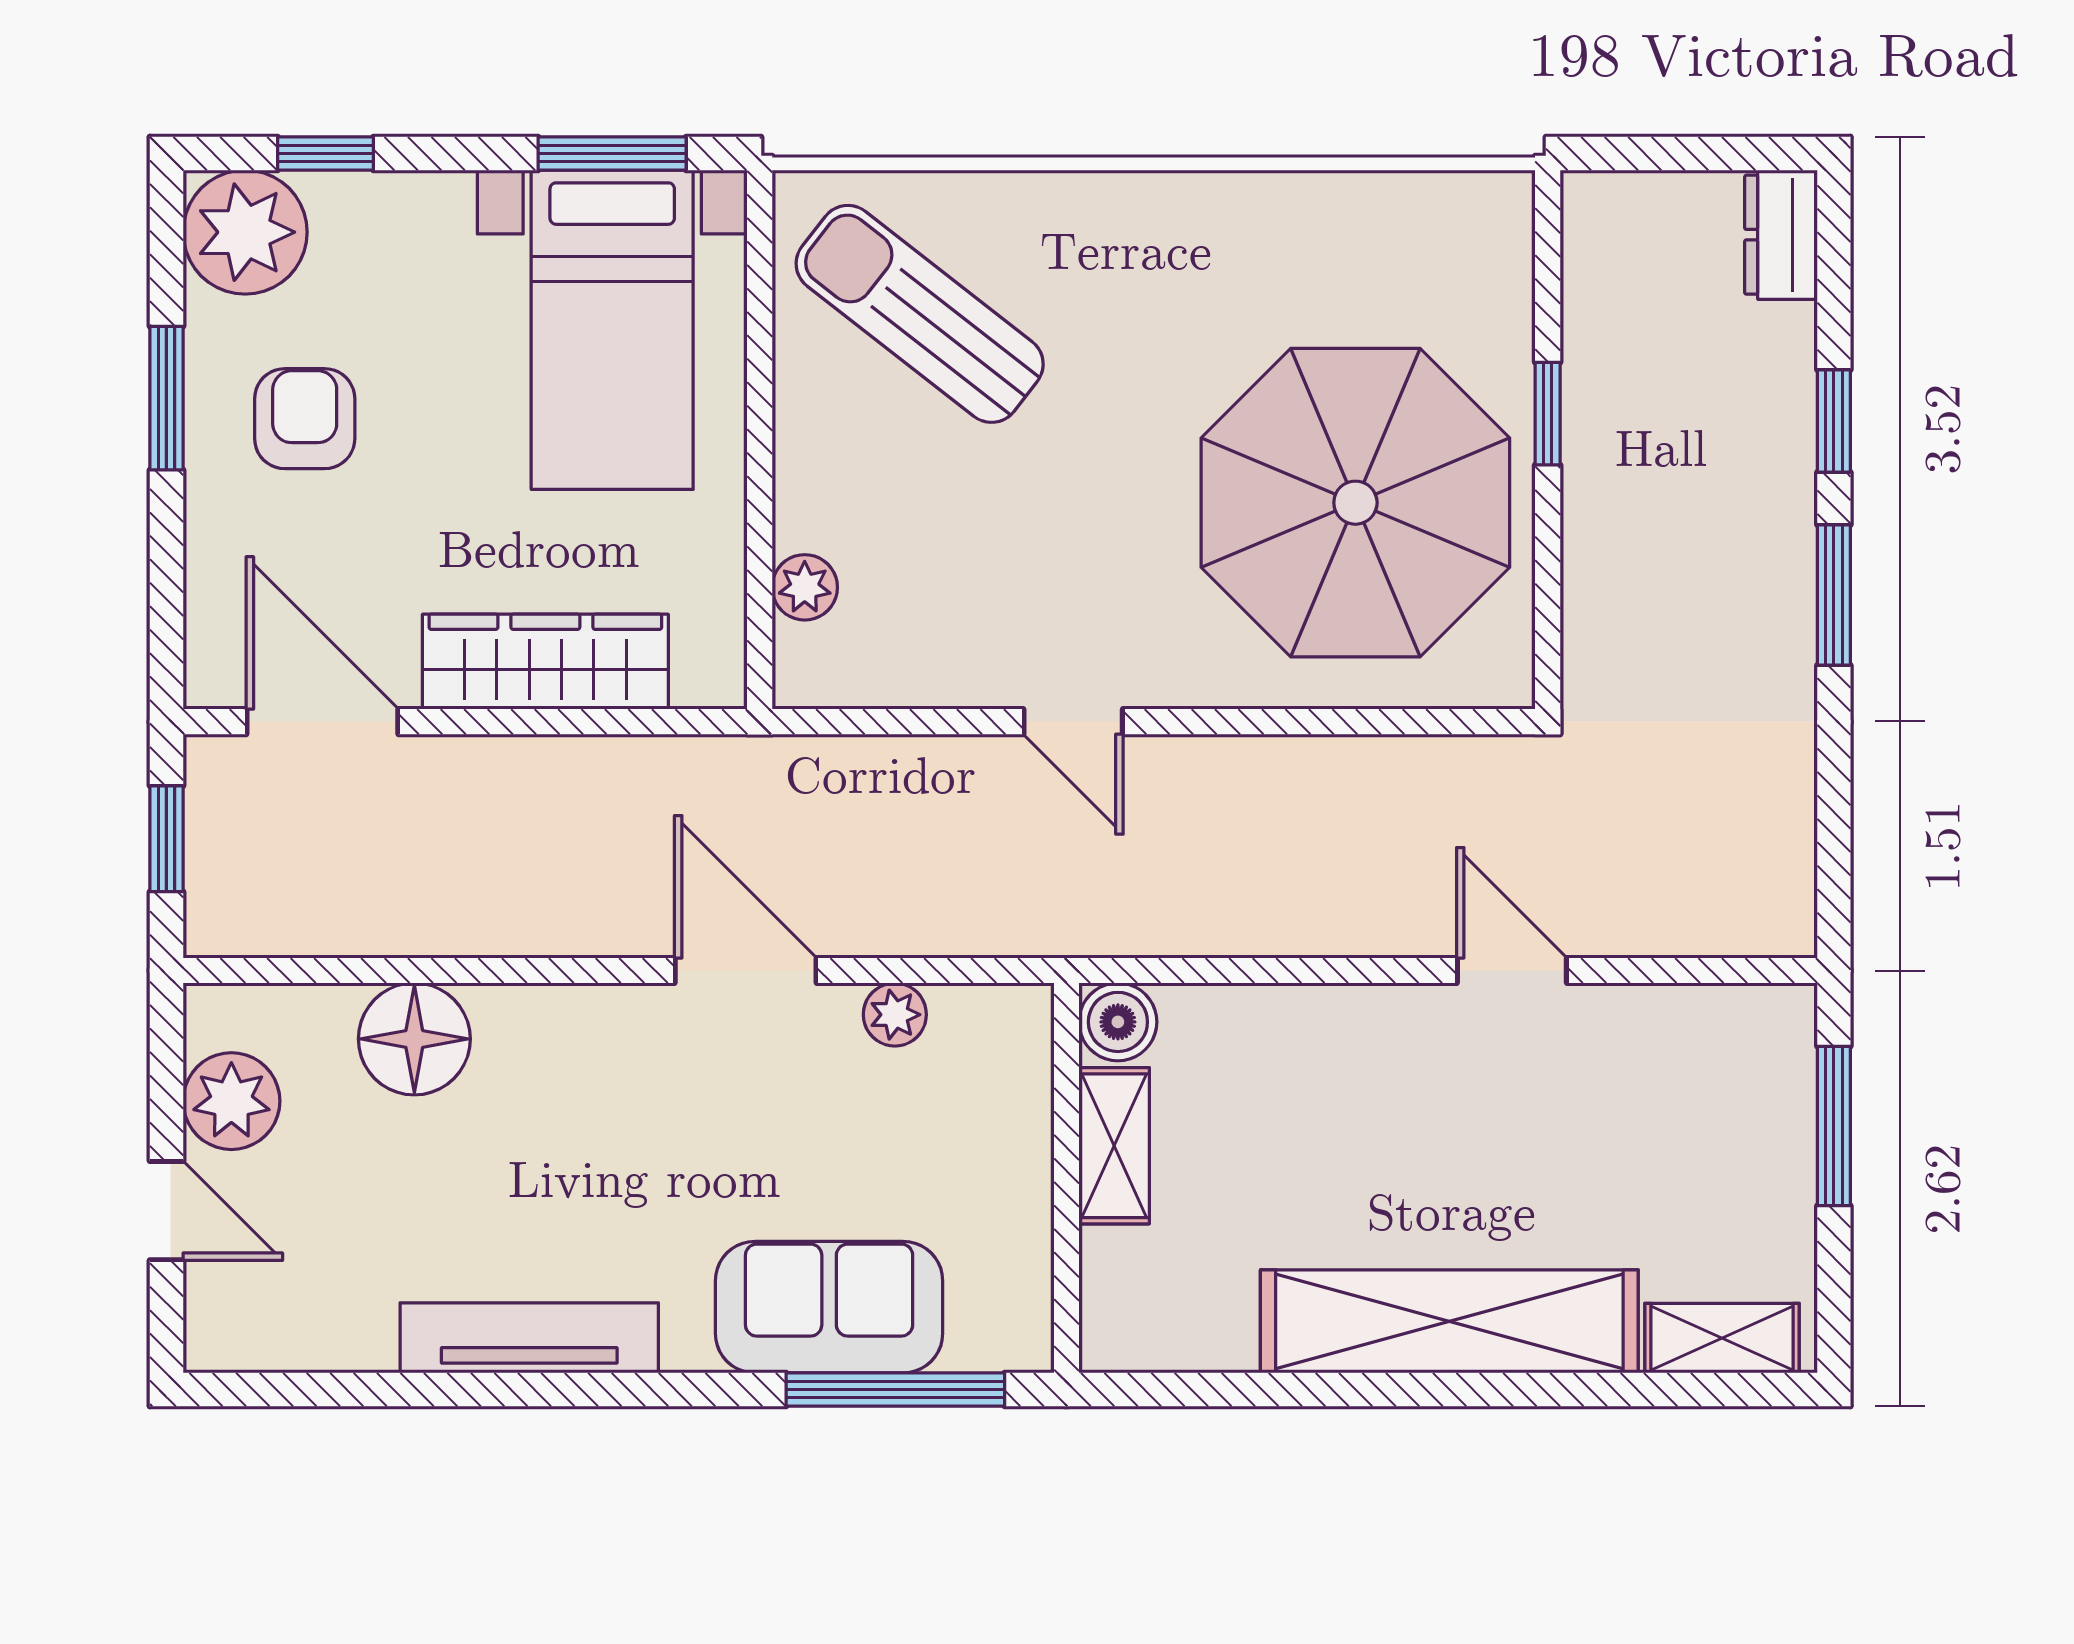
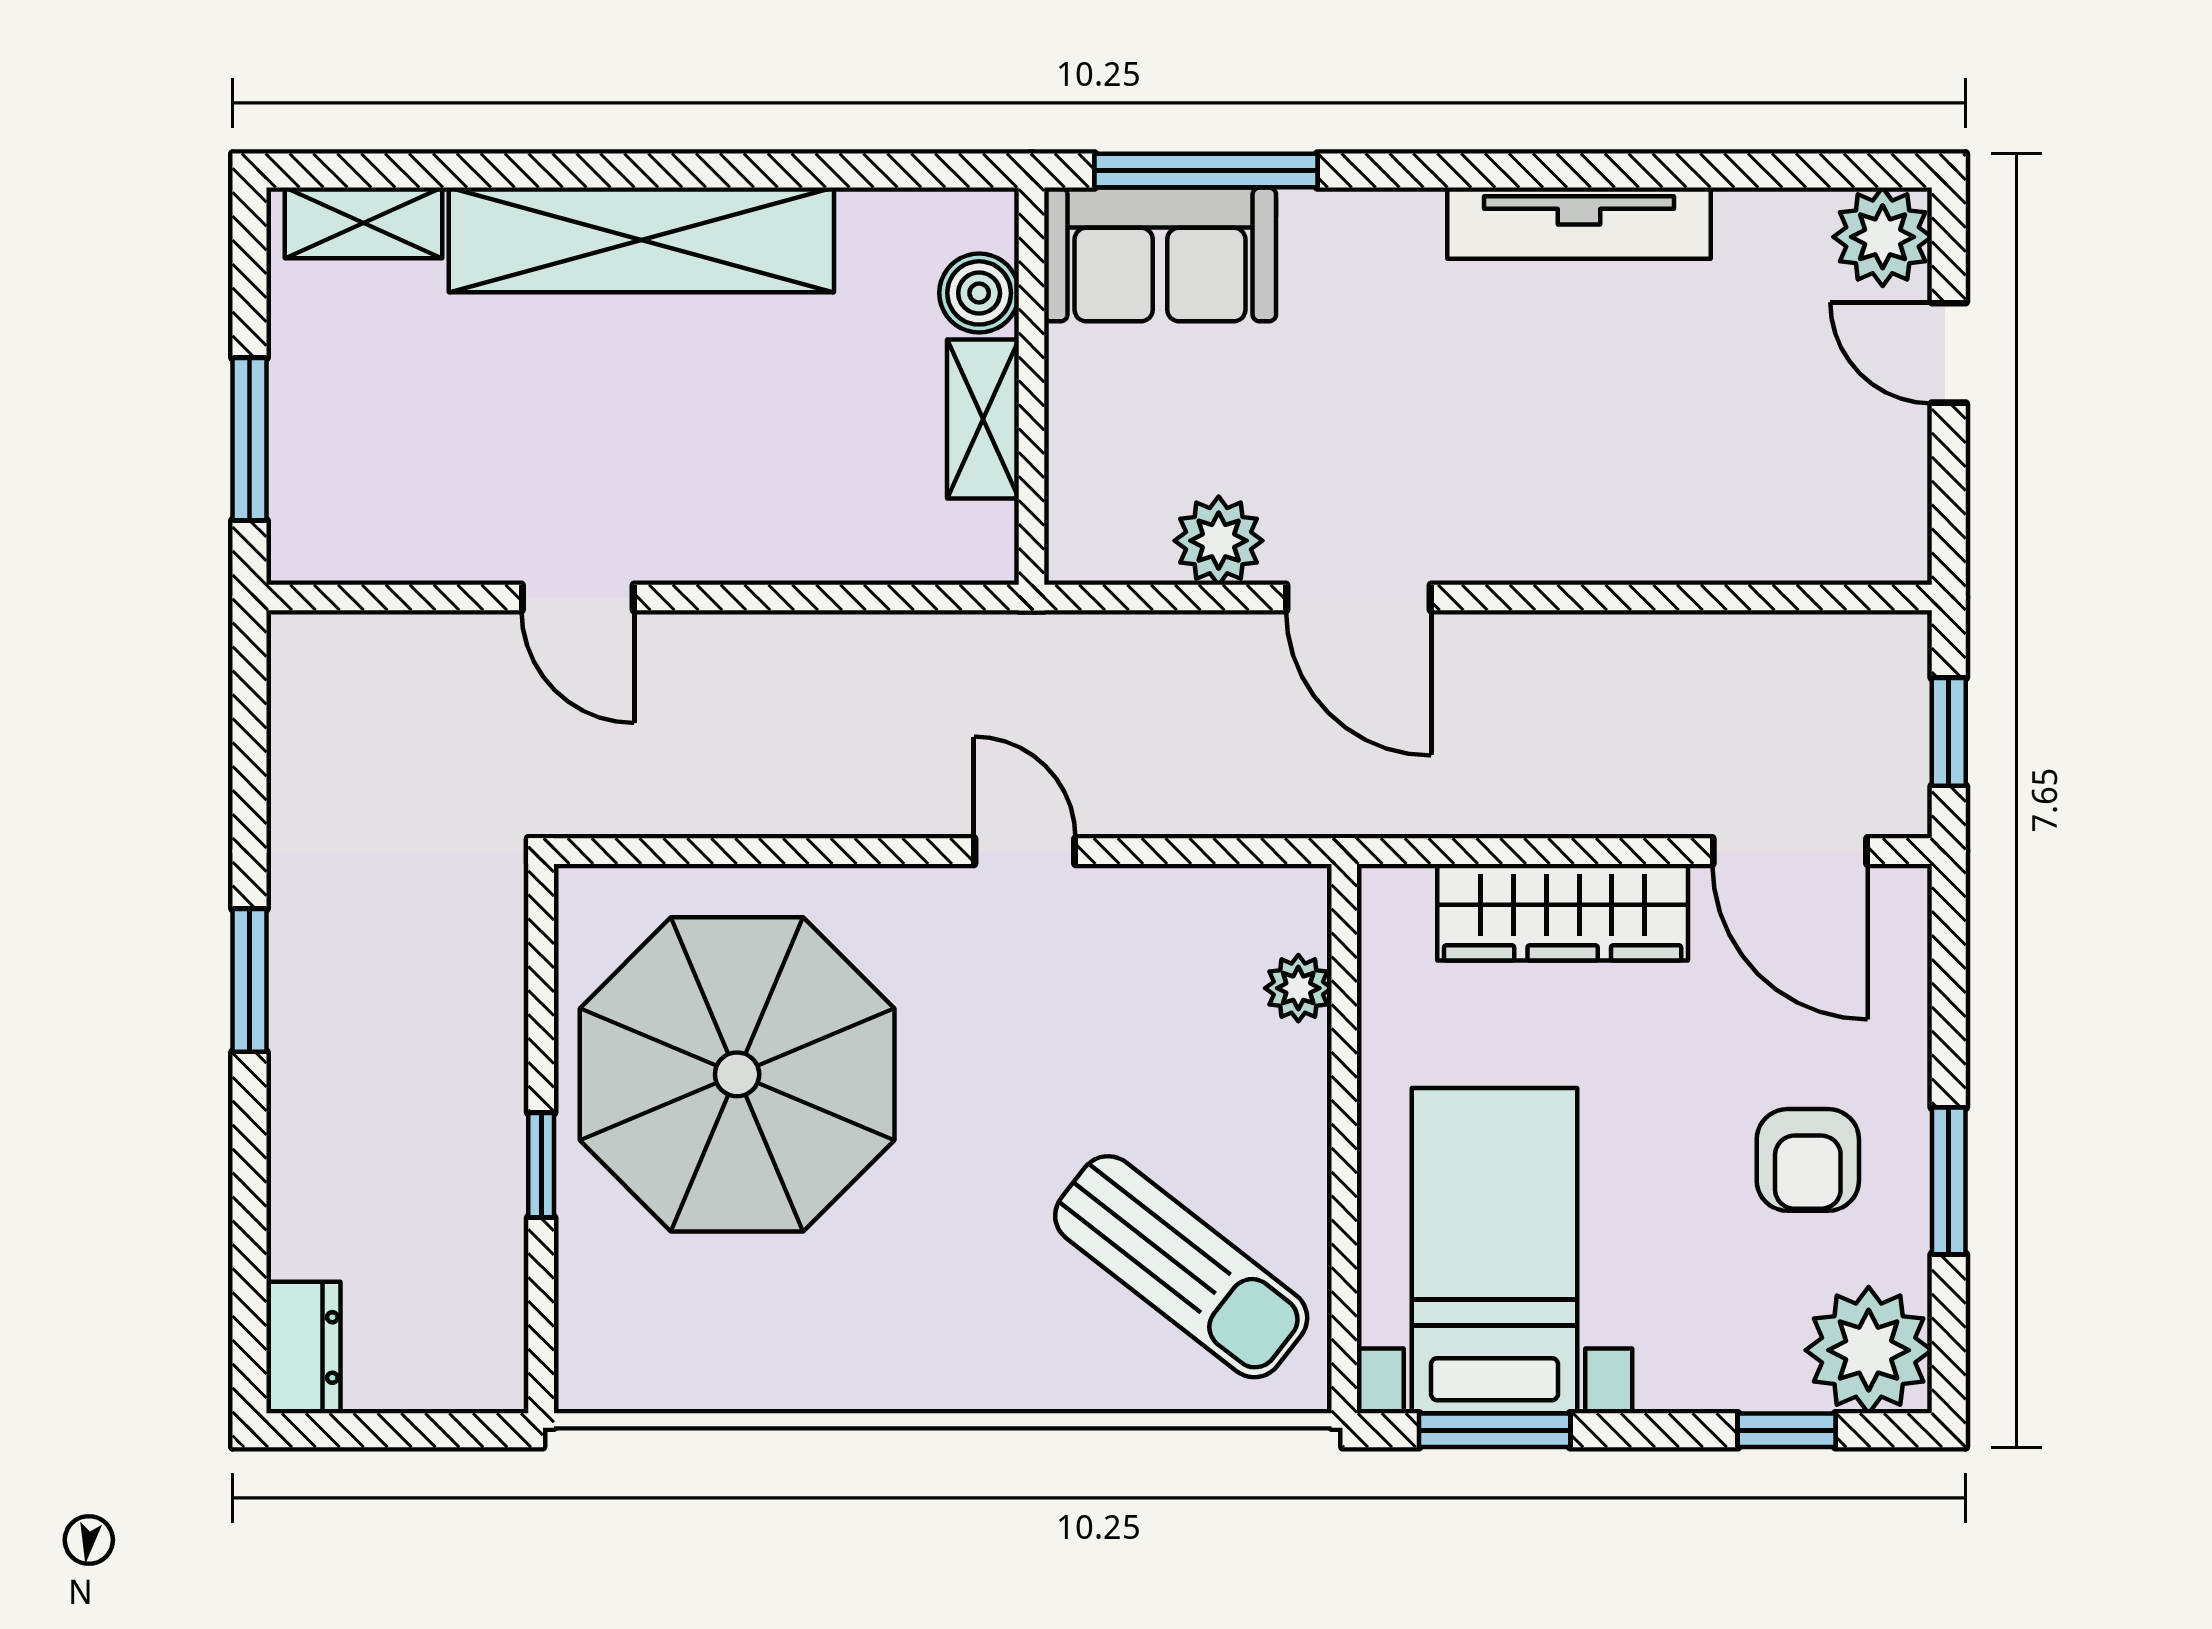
window: (1834, 421) -> (249, 1158), removed
plant: (895, 1015) -> (1219, 541), width x1.38, depth x1.38
boiler: (1118, 1022) -> (979, 293), moved
floor lamp: (414, 1039) -> (1696, 528), removed
plant: (231, 1101) -> (1883, 237), moved
sofa: (829, 1307) -> (1160, 254), moved

